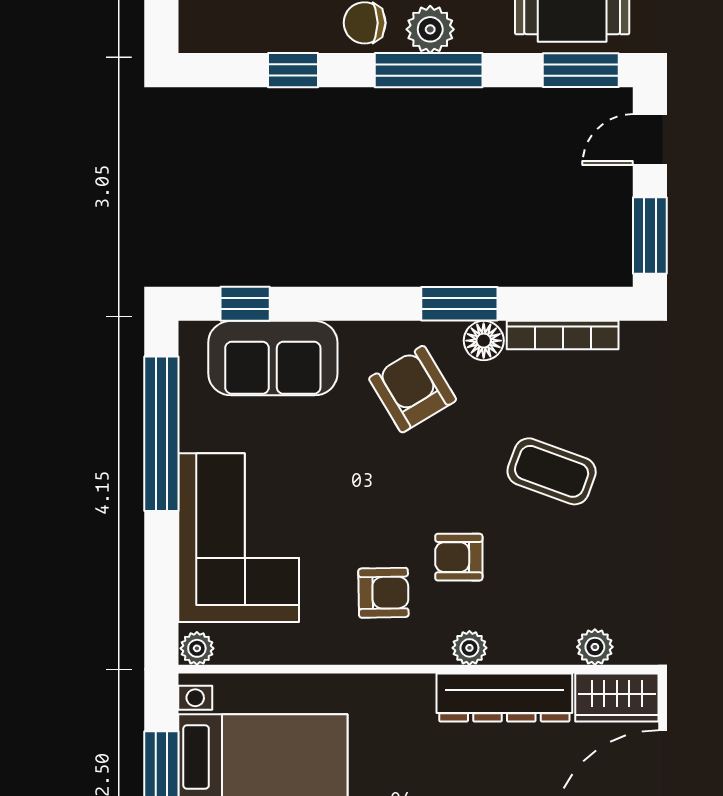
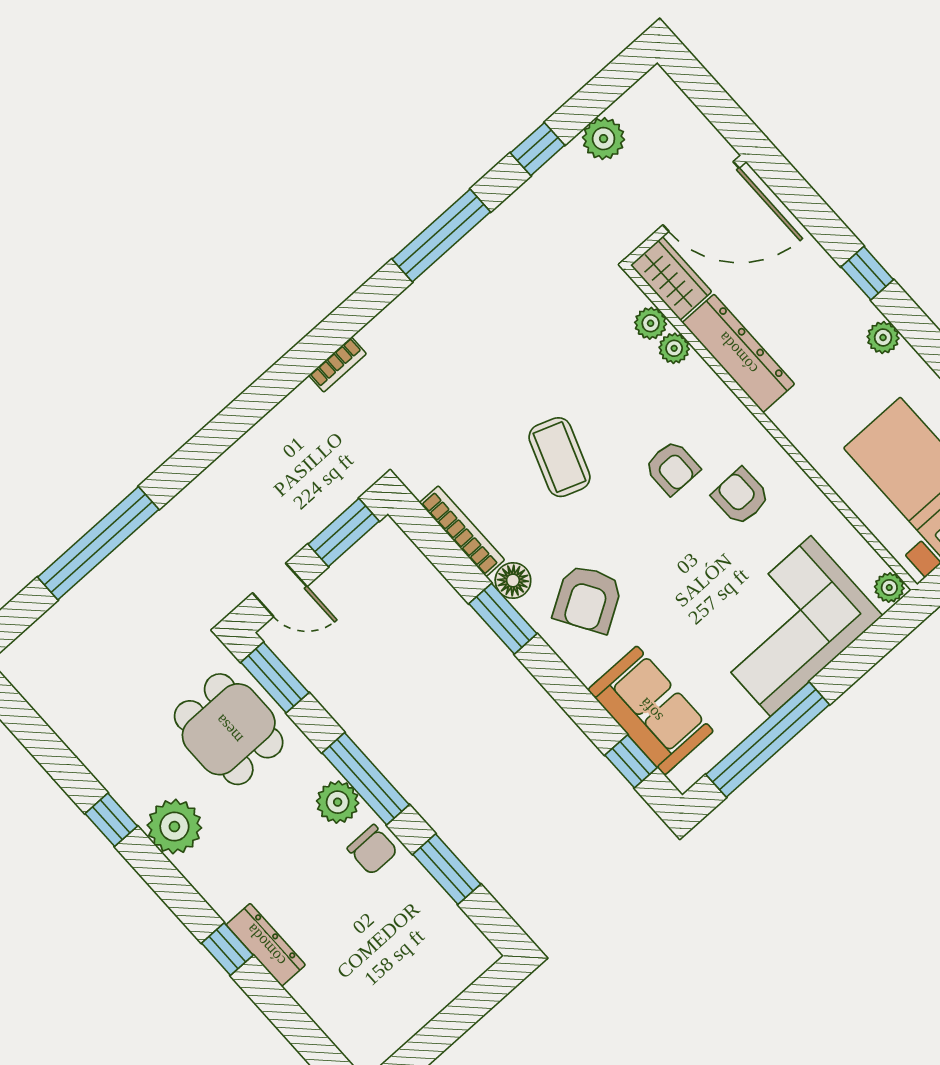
window: (293, 70) -> (447, 869), width x1.50
plant: (469, 648) -> (674, 348), moved

